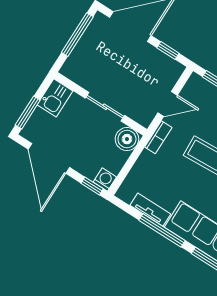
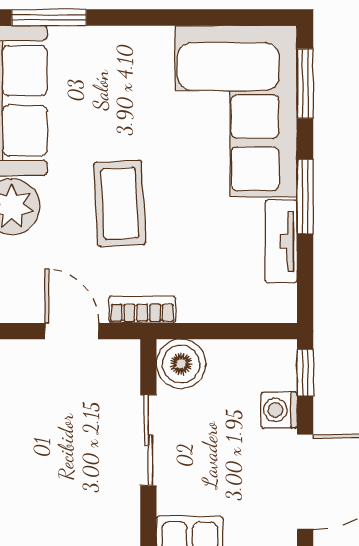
washing machine: (105, 179) -> (279, 410), moved
window: (162, 230) -> (305, 197), width x0.69

